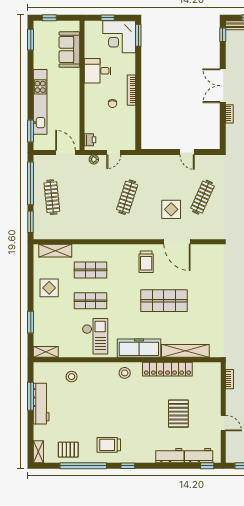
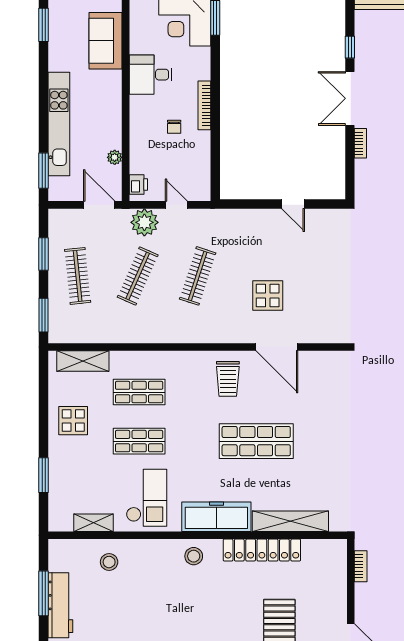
window: (223, 35) -> (350, 47), moved
plant: (75, 123) -> (115, 157), added
door: (114, 153) -> (176, 205), swing flipped
plant: (94, 159) -> (144, 222), width x1.88, depth x1.88
window: (31, 183) -> (44, 254), width x0.47
clothes rail: (203, 197) -> (138, 276), moved
shelving: (46, 352) -> (93, 523), moved

